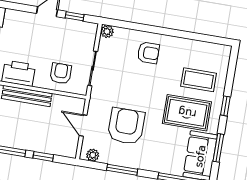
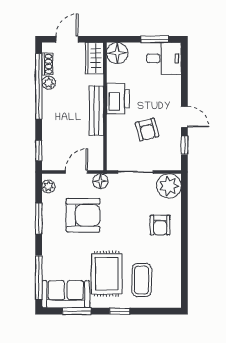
plant: (107, 31) -> (169, 186), width x1.88, depth x1.88
armchair: (61, 73) -> (147, 130), moved, turned 76
floor lamp: (96, 104) -> (100, 181), added
window: (43, 156) -> (39, 150), moved

